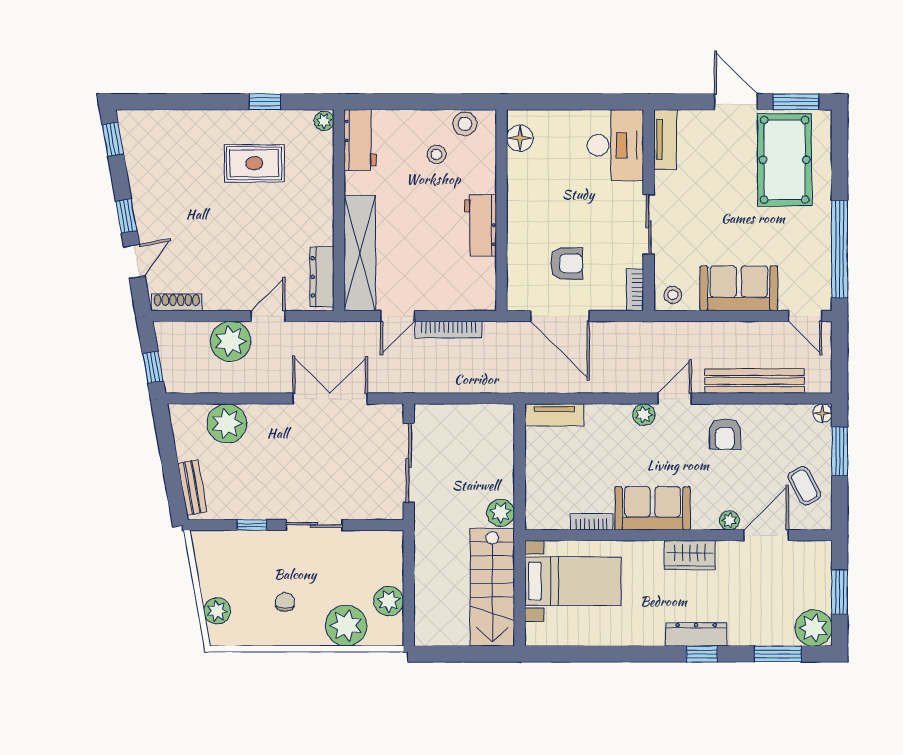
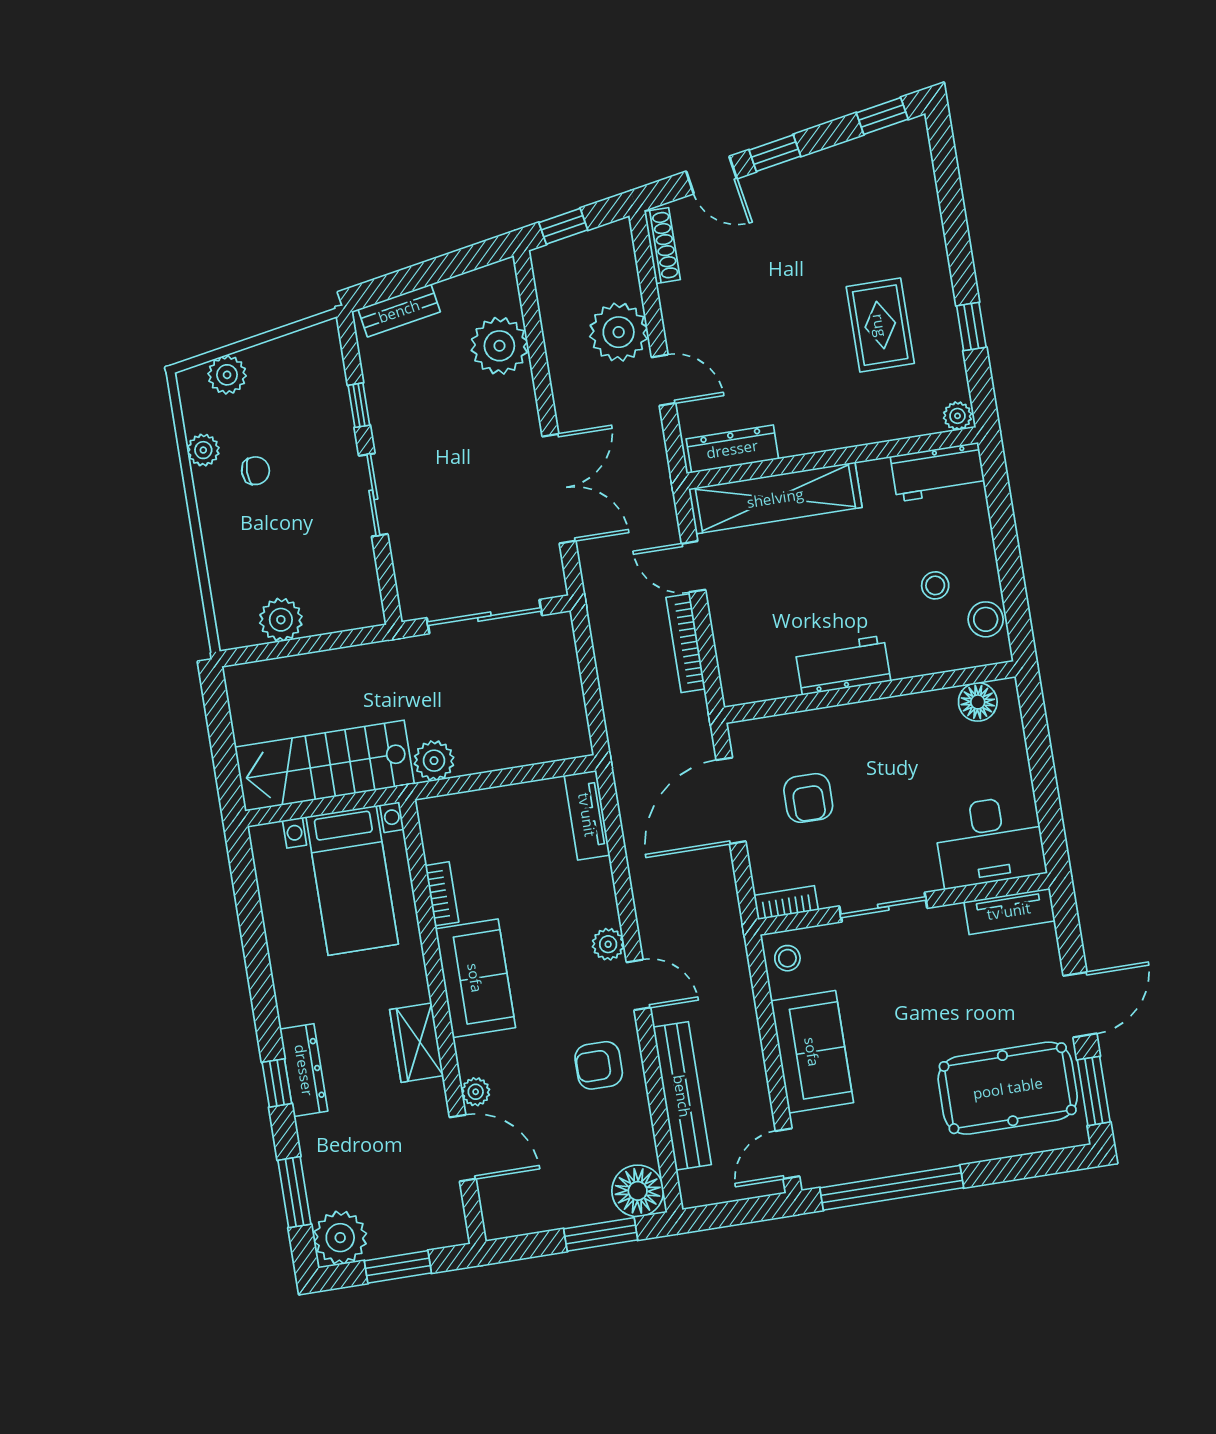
floor lamp: (822, 413) -> (638, 1191), width x1.89, depth x1.89
coffee table: (804, 486) -> (543, 1192), removed
plant: (346, 626) -> (203, 450), moved, width x0.53, depth x0.53

